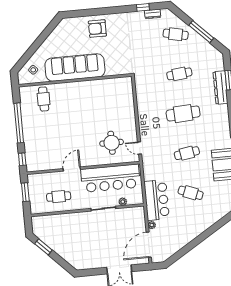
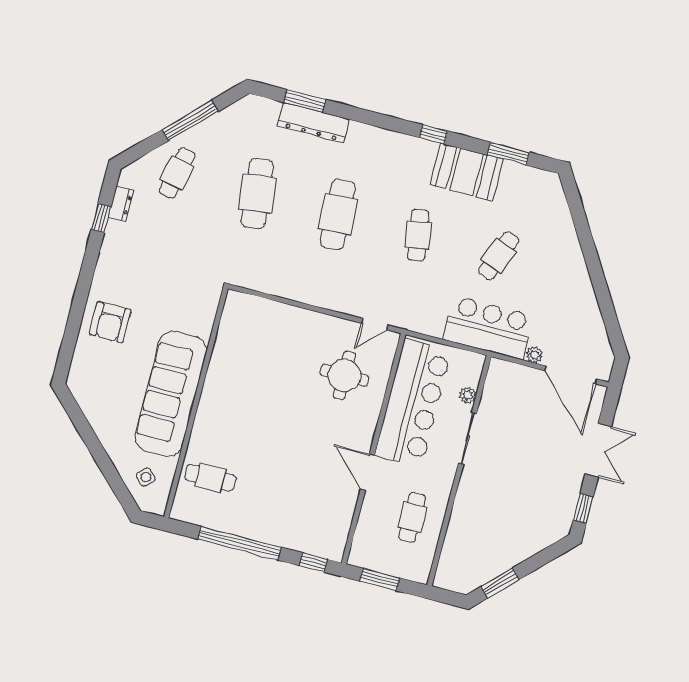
cafe table: (179, 74) -> (257, 194), width x1.37, depth x1.35
window: (91, 272) -> (583, 508), added

